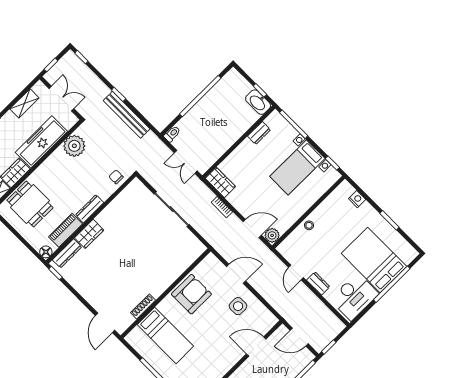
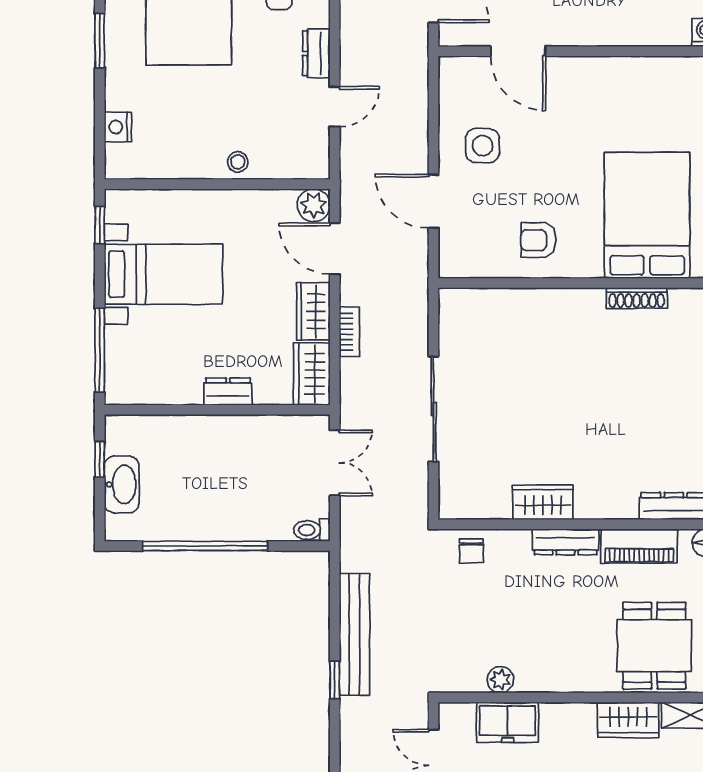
washbasin: (258, 102) -> (122, 484), moved
dresser: (259, 133) -> (228, 392), moved
freezer: (41, 142) -> (508, 722), width x0.52, depth x0.79
plant: (74, 146) -> (500, 680), width x0.53, depth x0.53
wardrobe: (239, 202) -> (313, 311), added
wardrobe: (89, 234) -> (543, 502), moved
armchair: (191, 294) -> (539, 240), width x0.53, depth x0.53
bed: (165, 335) -> (647, 215), width x1.50

